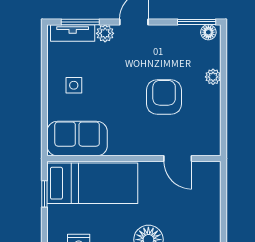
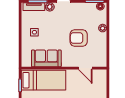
armchair: (164, 97) -> (79, 38), turned -90
sofa: (77, 139) -> (46, 58), moved

